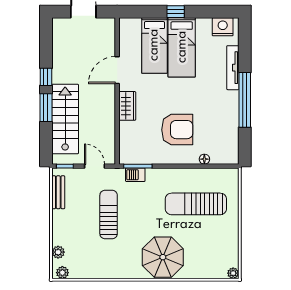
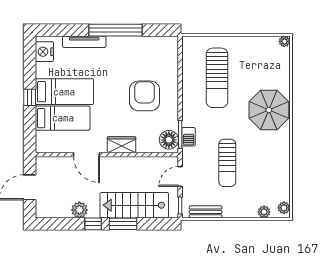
plant: (60, 63) -> (79, 210), added
floor lamp: (204, 159) -> (169, 140), moved, width x1.89, depth x1.89
sun lounger: (109, 215) -> (227, 163), turned -90

